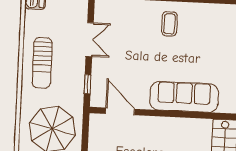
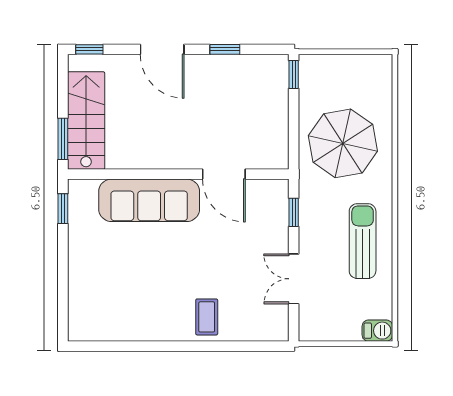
coffee table: (169, 24) -> (207, 317), moved
door: (120, 111) -> (224, 174), moved

